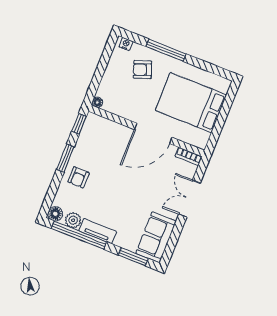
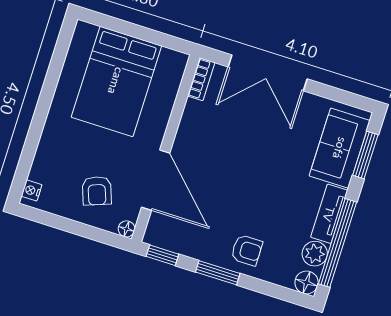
window: (166, 50) -> (37, 127), removed
armchair: (142, 70) -> (97, 191), moved
door: (153, 133) -> (156, 180), moved
double door: (190, 199) -> (268, 73), width x1.37
sofa: (156, 237) -> (340, 148), moved, turned 90

